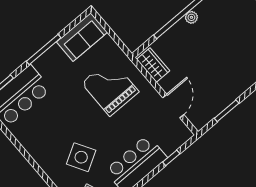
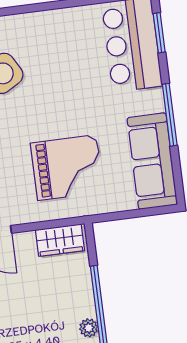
sofa: (82, 37) -> (152, 161), width x1.36

